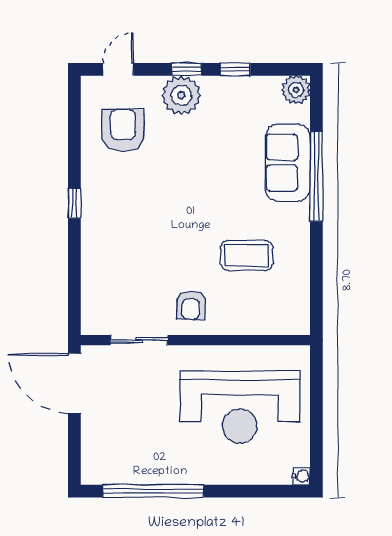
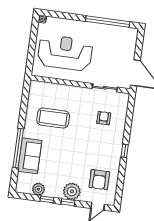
plant: (296, 90) -> (38, 189), moved
coffee table: (247, 255) -> (53, 118), width x1.36, depth x1.32
armchair: (191, 305) -> (104, 118), moved

